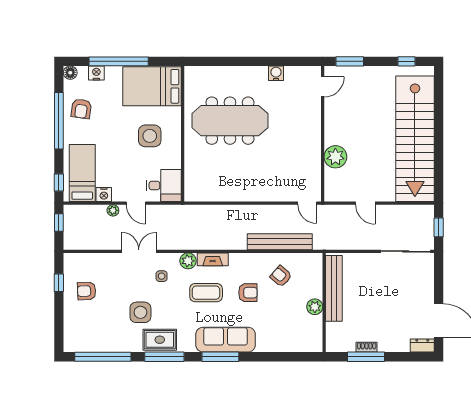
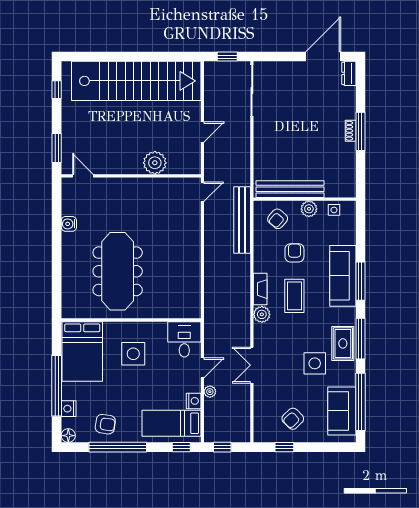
side table: (162, 276) -> (334, 210), moved
bench: (334, 288) -> (290, 189), moved
armchair: (87, 291) -> (293, 419), turned 48
wall: (324, 303) -> (305, 199), moved
plant: (315, 307) -> (309, 209), moved
sofa: (94, 339) -> (342, 411), added

